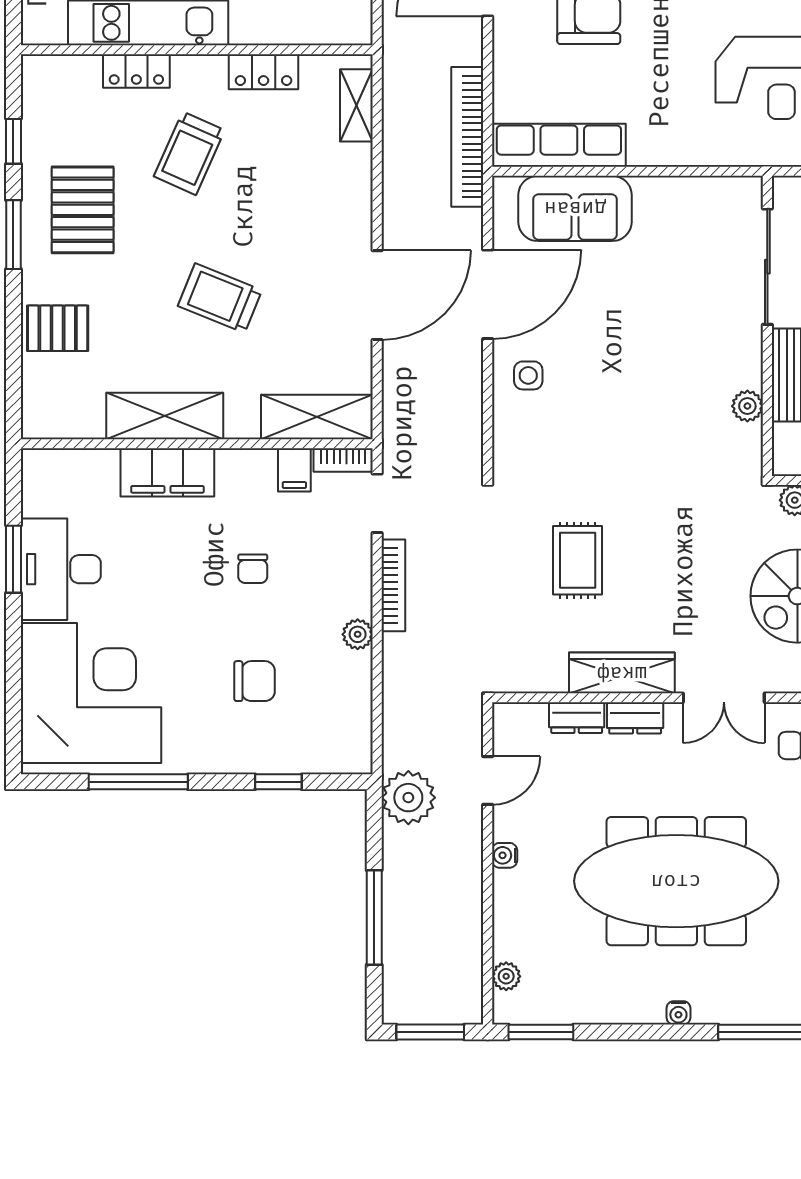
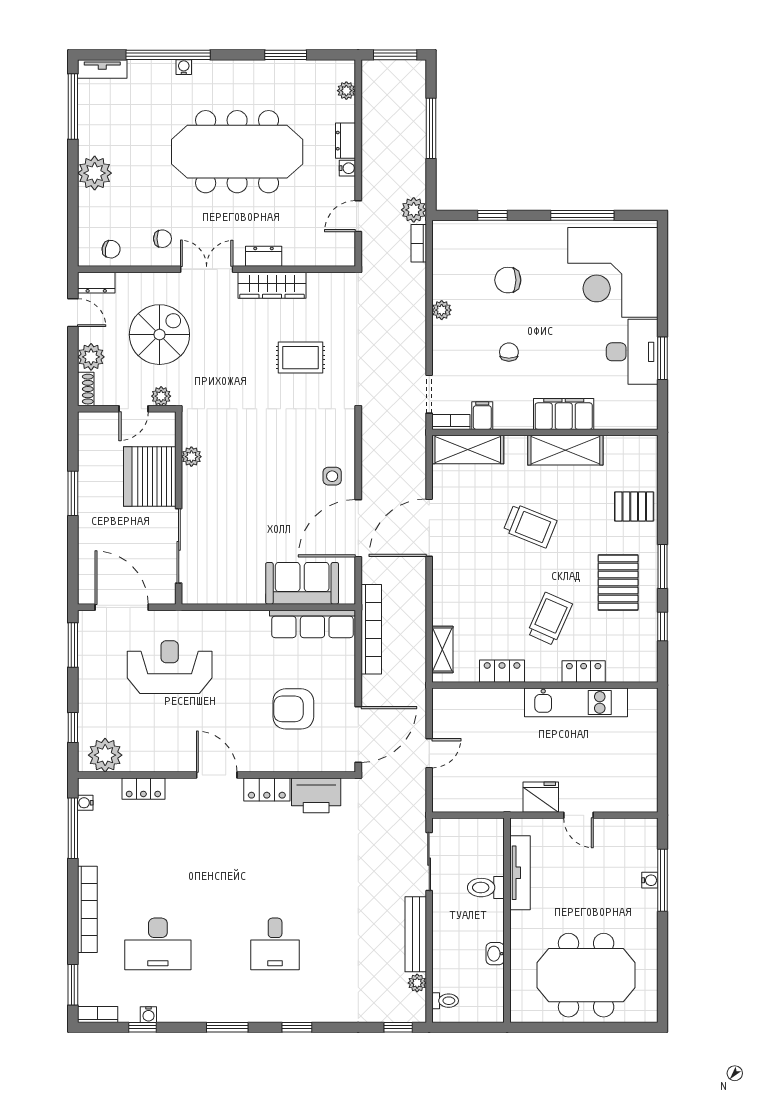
rug: (578, 560) -> (300, 358), turned 90
bookcase: (393, 585) -> (419, 243), moved, width x0.64
dresser: (577, 718) -> (345, 141), moved, turned -90
plant: (408, 798) -> (414, 210), width x0.73, depth x0.73
water cooler: (678, 1013) -> (184, 67), moved
window: (541, 1032) -> (286, 55), moved

